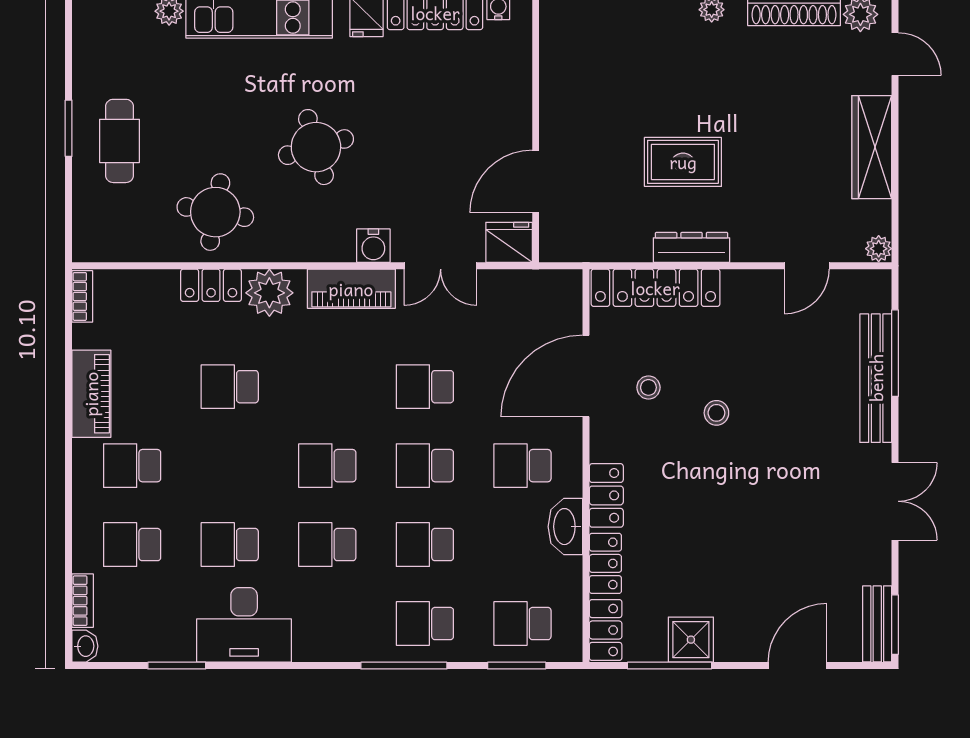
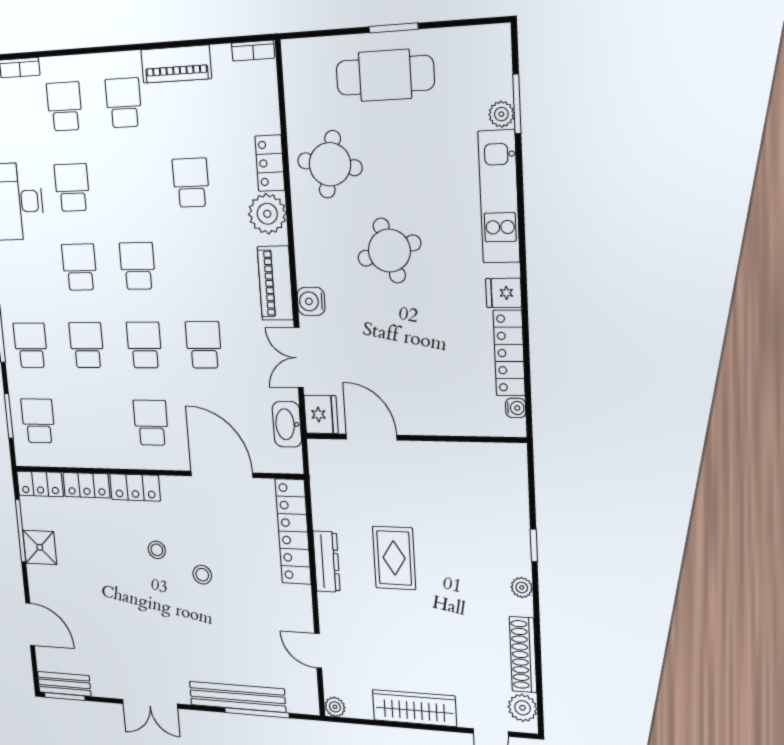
cafe table: (120, 141) -> (385, 75), width x1.37, depth x1.35
stool: (648, 387) -> (157, 550), moved
washbasin: (565, 527) -> (287, 424), moved, turned -90

